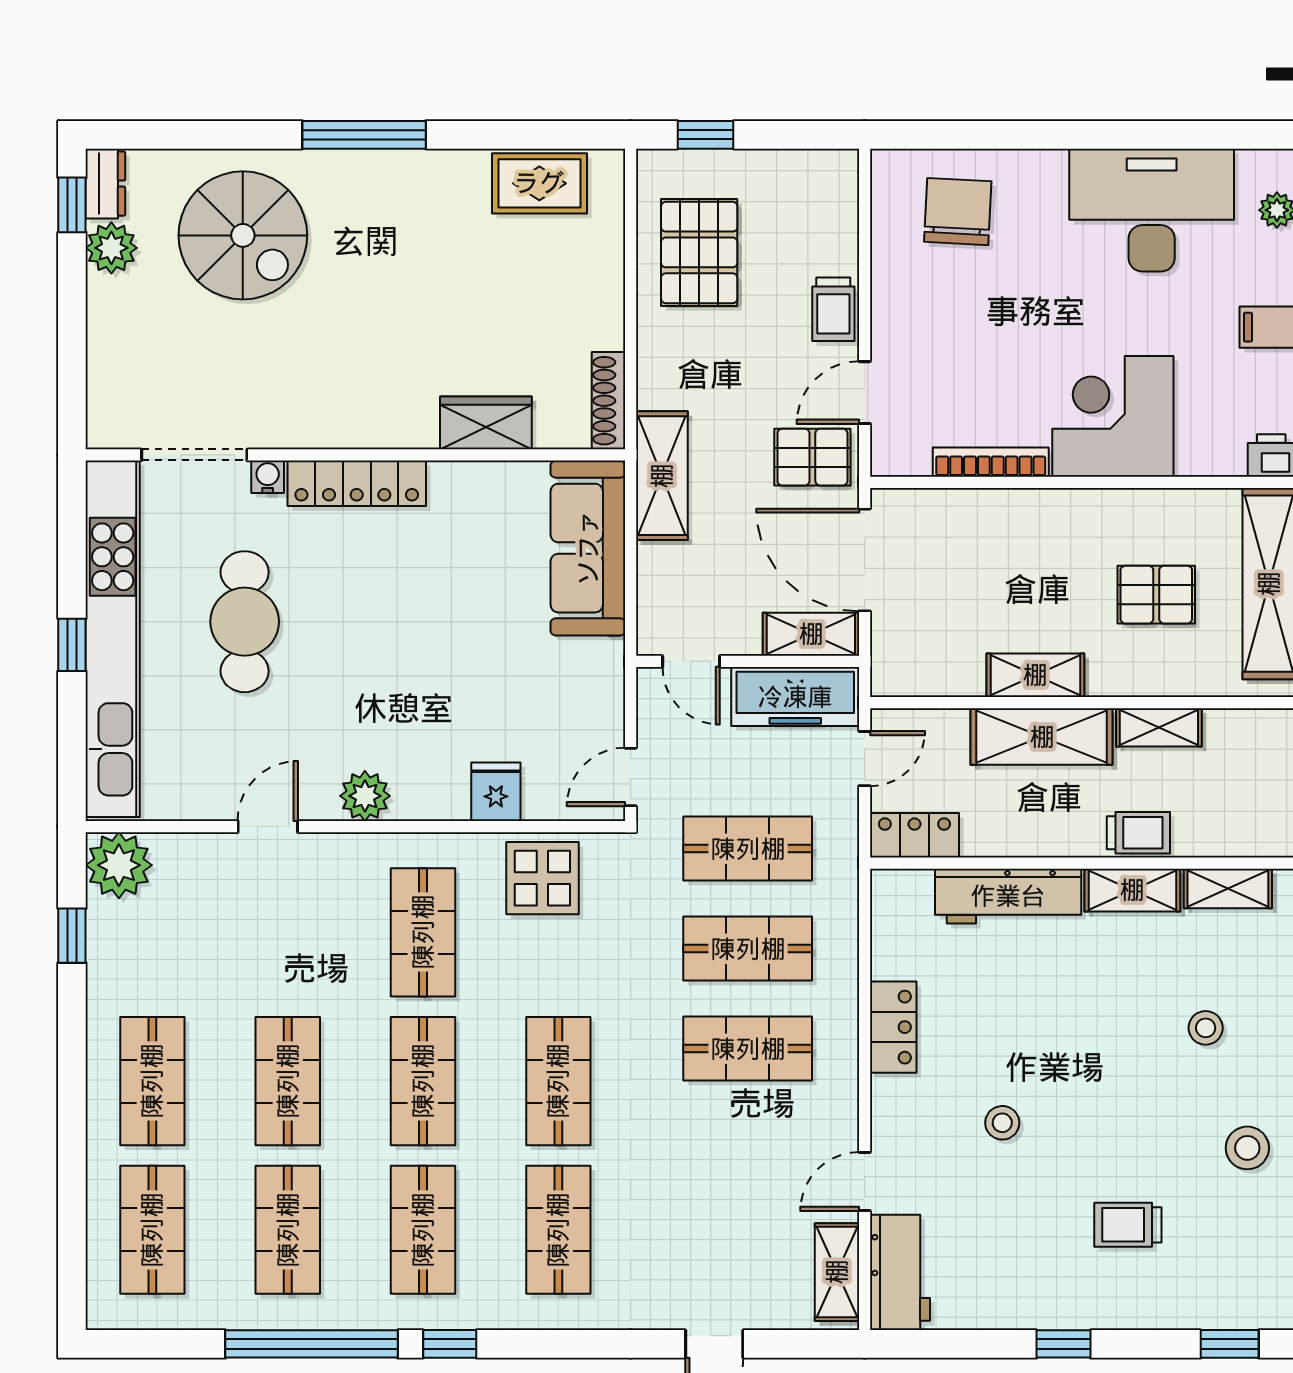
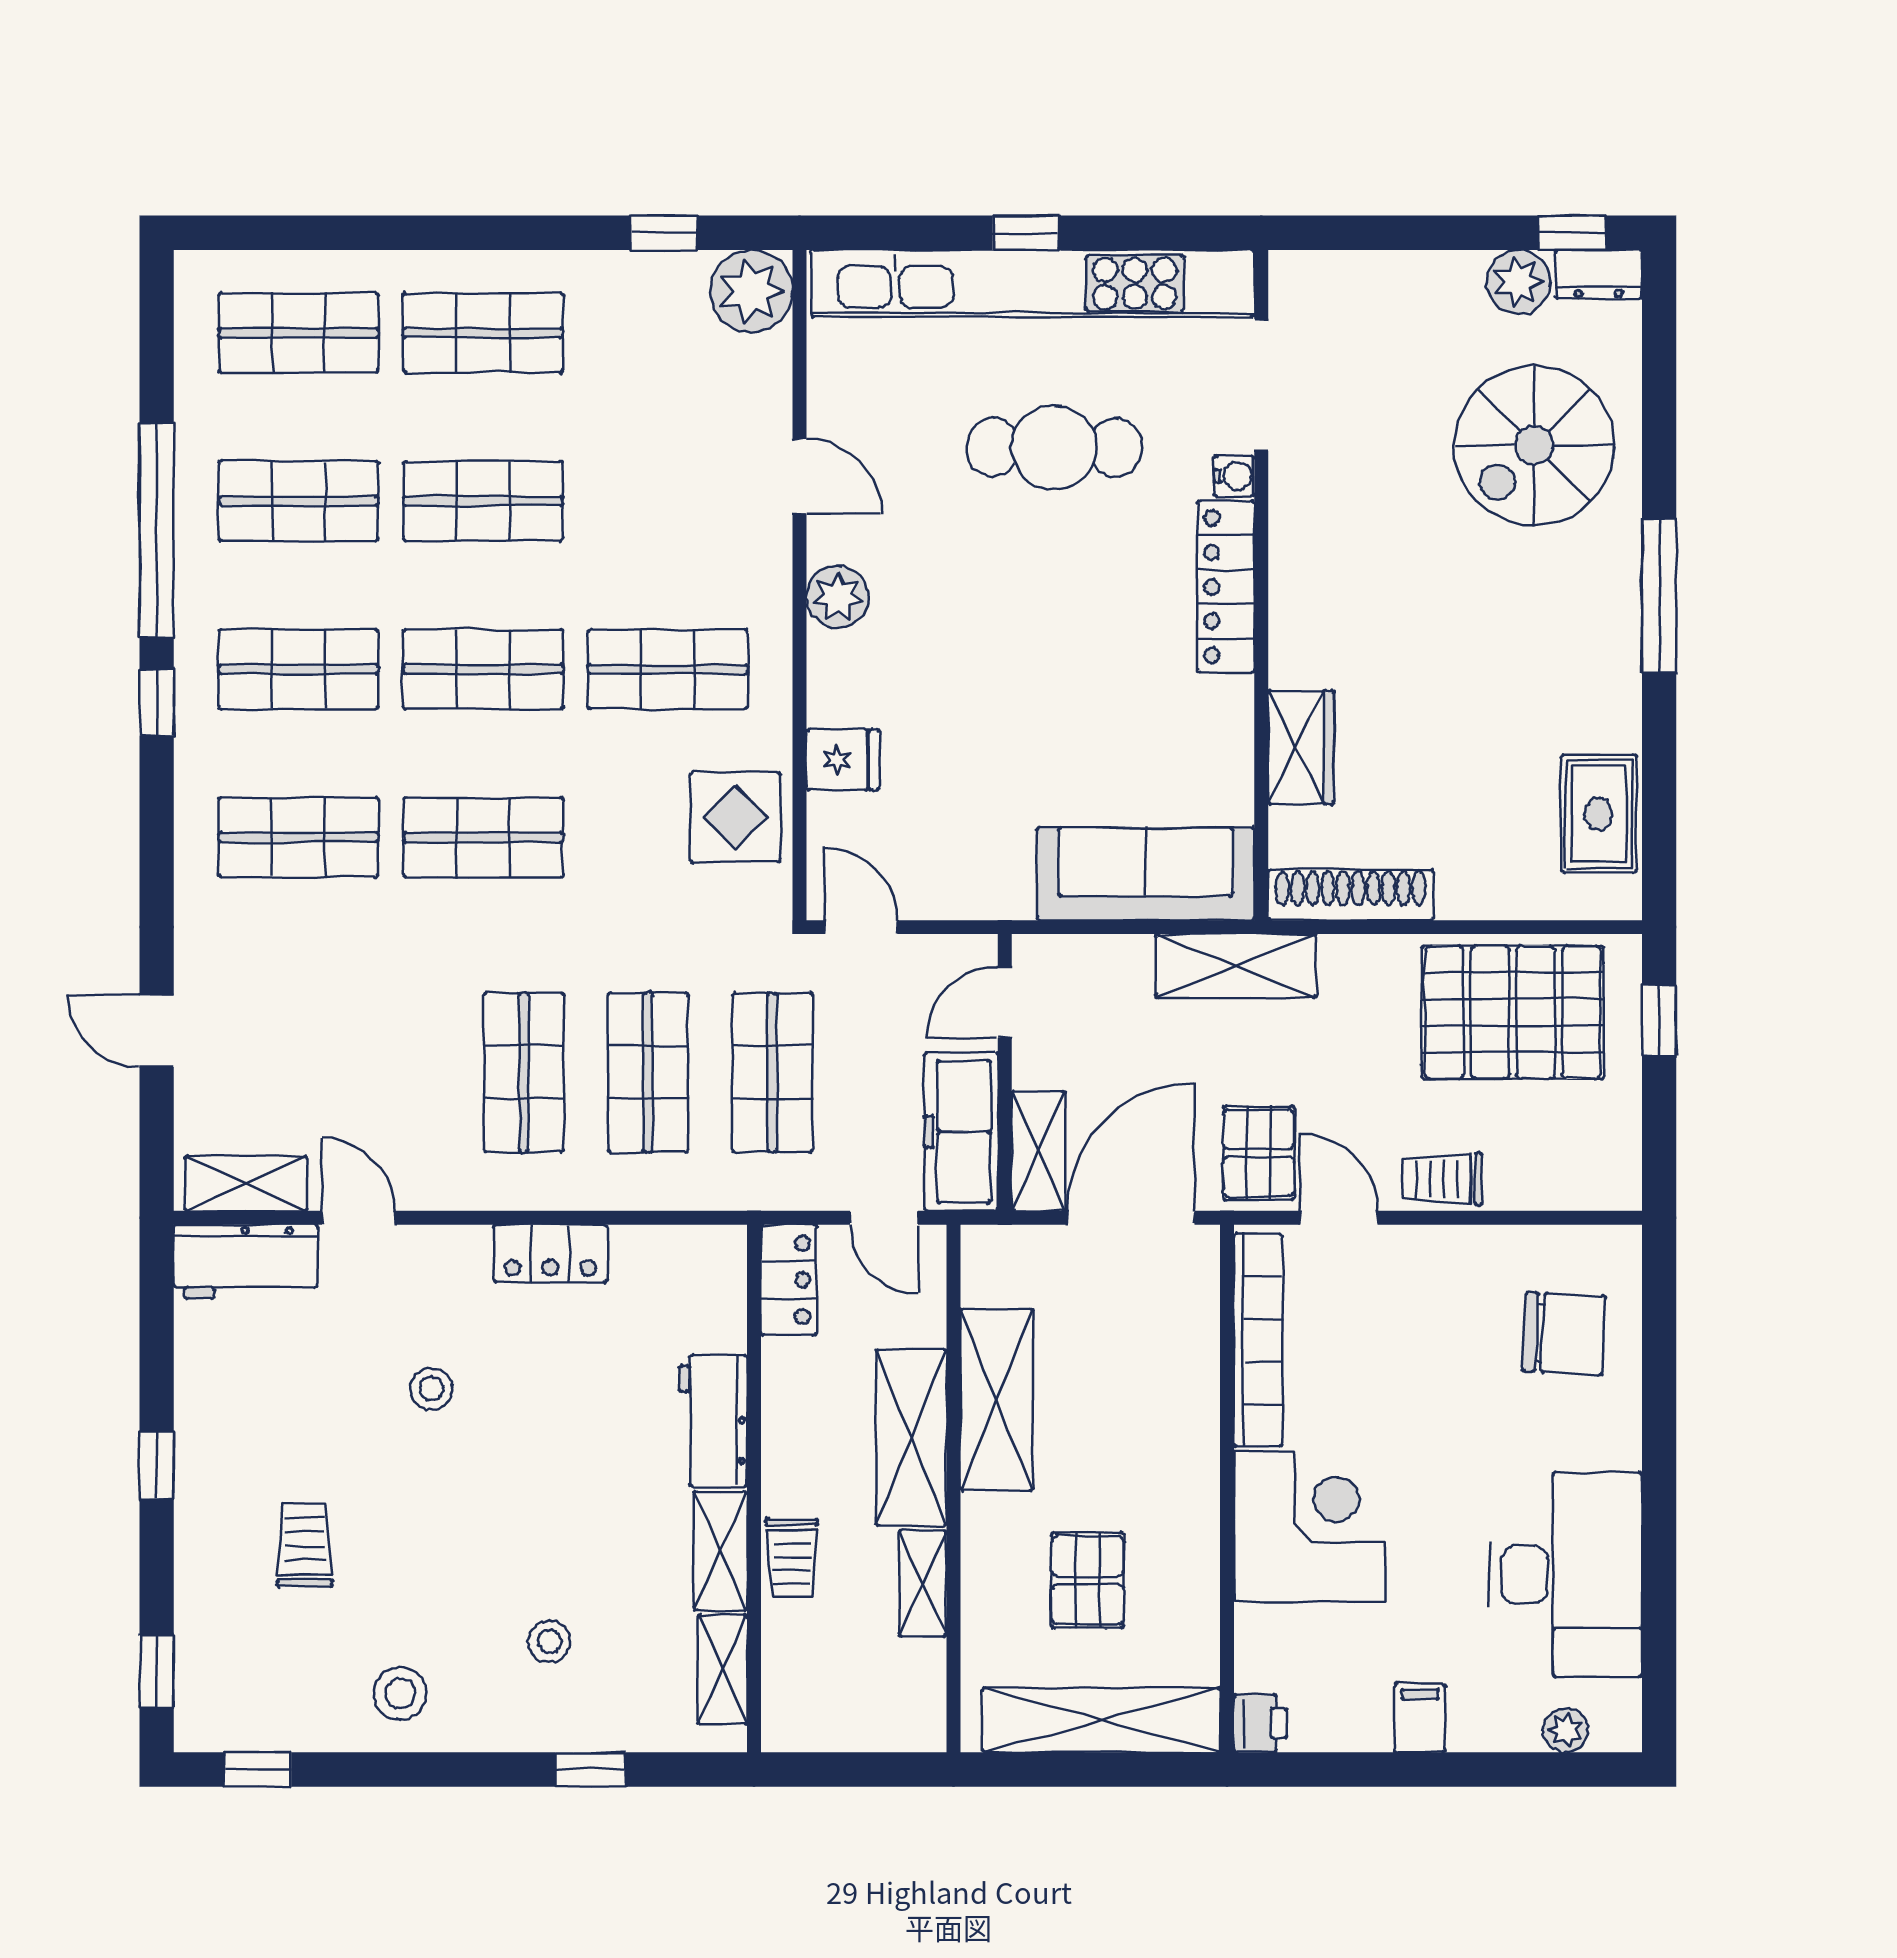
pallet: (699, 252) -> (1513, 1012), width x1.37, depth x1.41
shoe rack: (609, 401) -> (1351, 895), width x1.36, depth x1.24
bookcase: (991, 462) -> (1258, 1340), width x1.48, depth x1.31
shelving: (1035, 675) -> (997, 1400), width x1.50, depth x1.33
workbench: (1008, 896) -> (713, 1421), width x0.73

